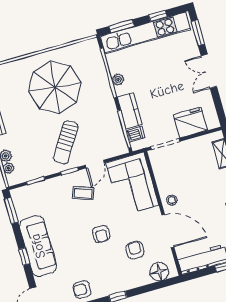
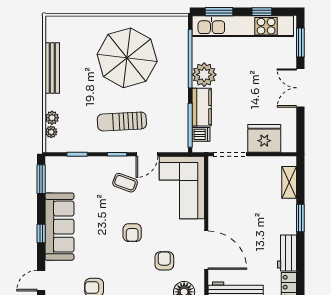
plant: (118, 80) -> (204, 75), width x1.88, depth x1.88
sun lounger: (66, 142) -> (122, 121), turned 55
stool: (172, 200) -> (220, 218), removed

